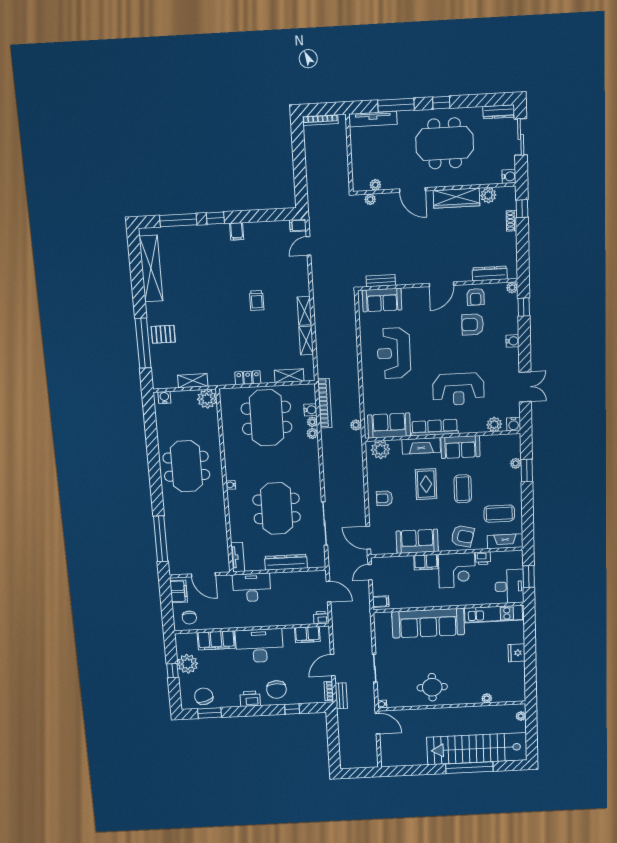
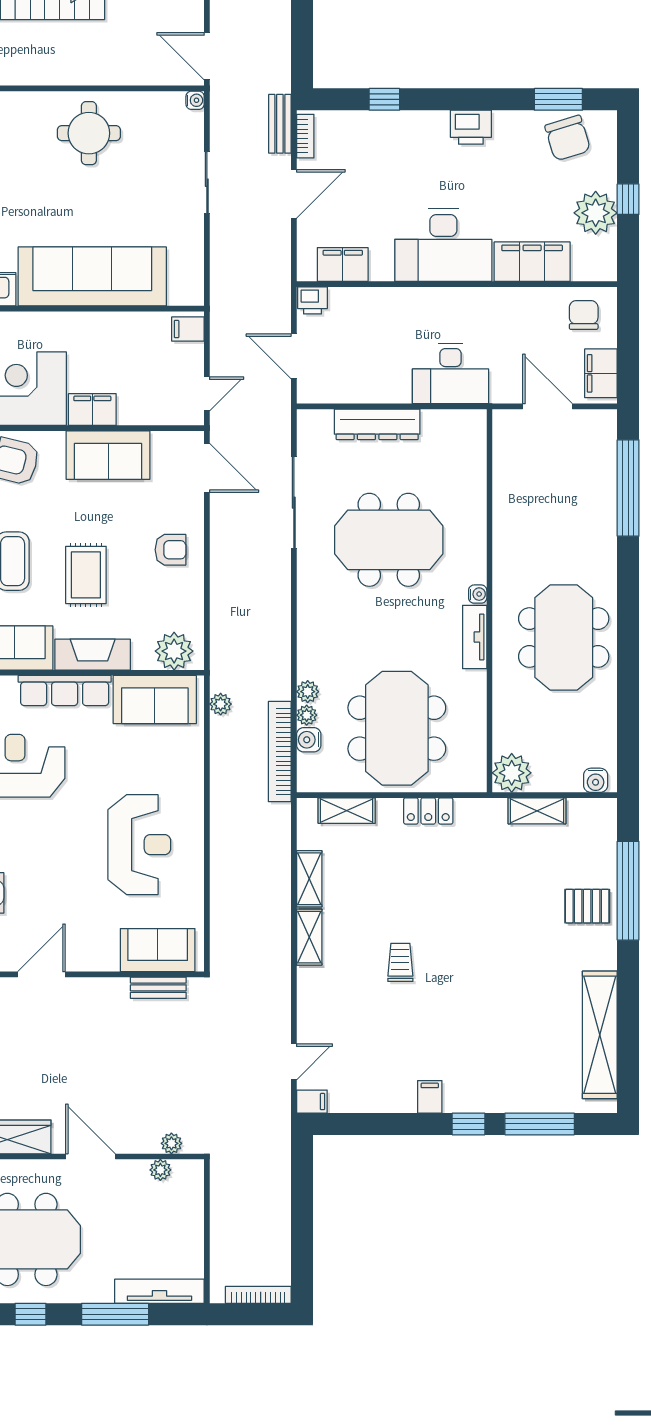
meeting table: (277, 508) -> (389, 540), turned 90
tv unit: (238, 557) -> (475, 637), moved
chair: (276, 689) -> (414, 145), removed

